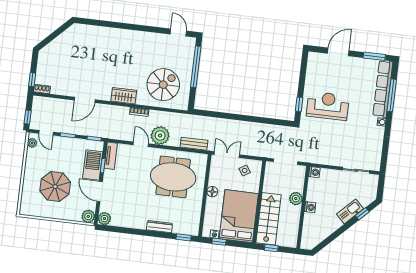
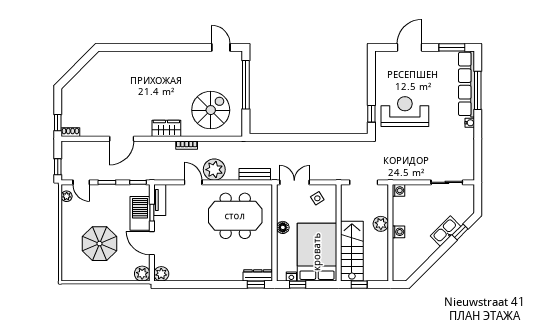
dresser: (160, 227) -> (258, 275), moved

